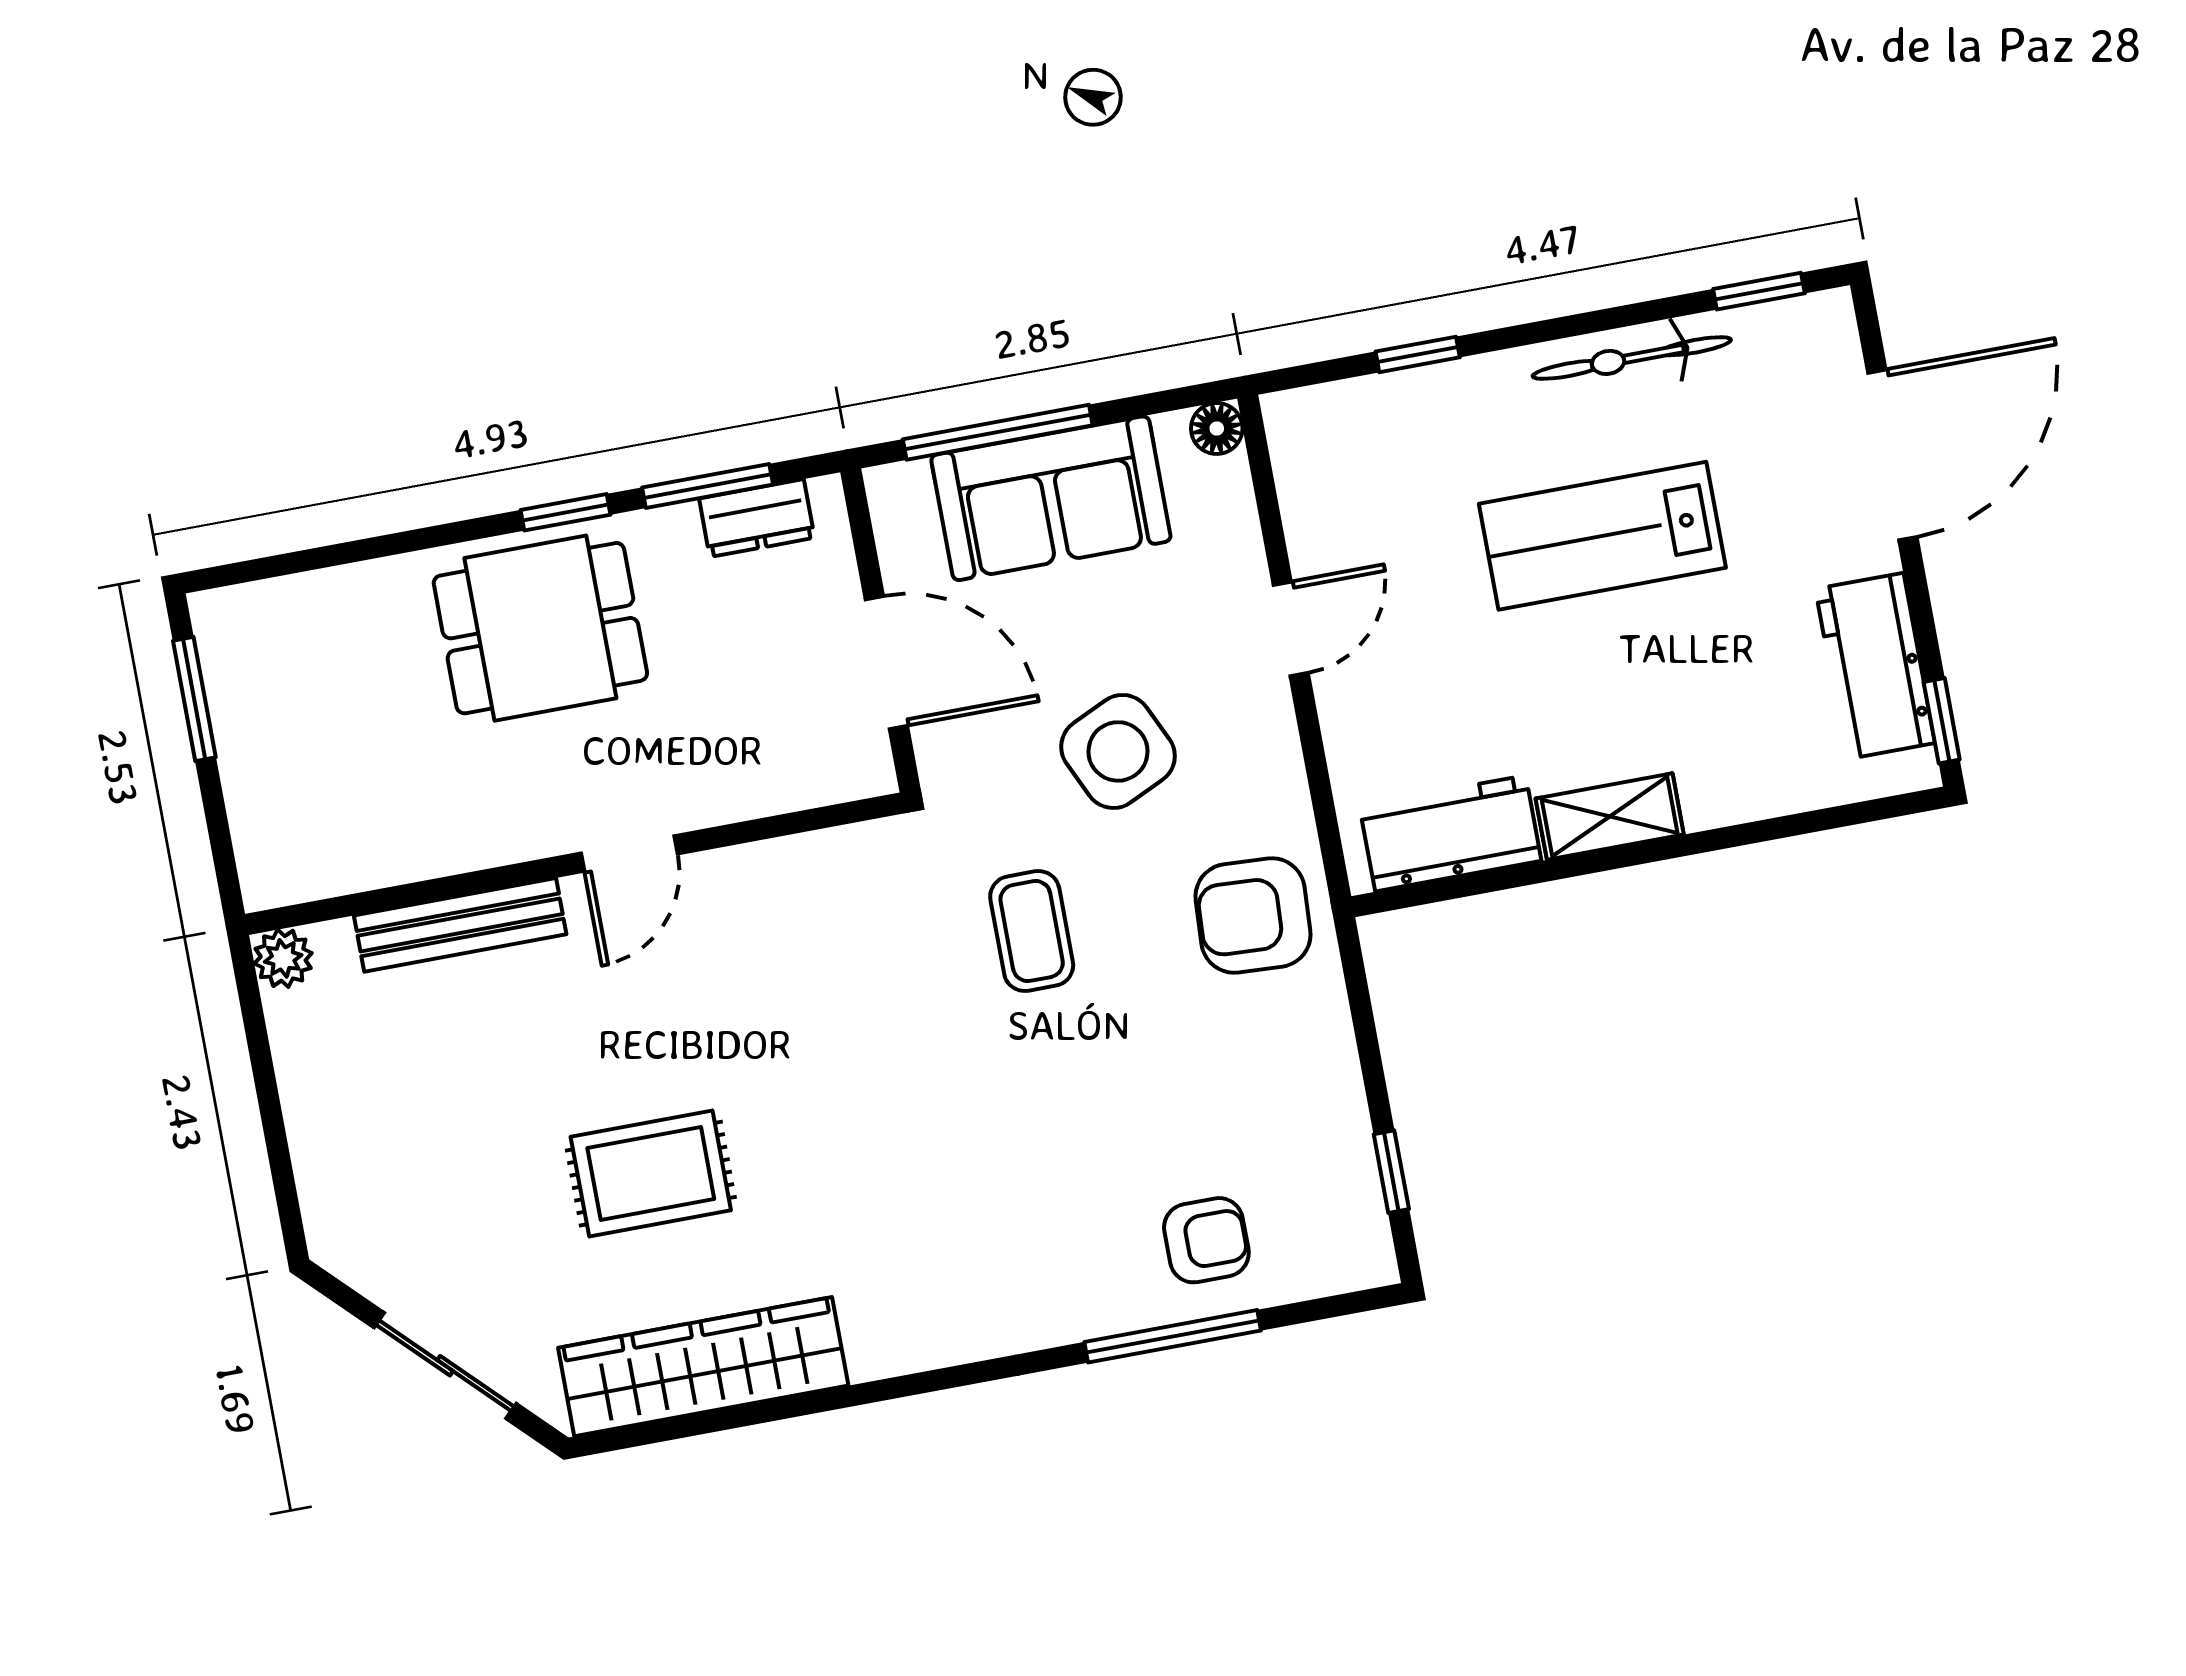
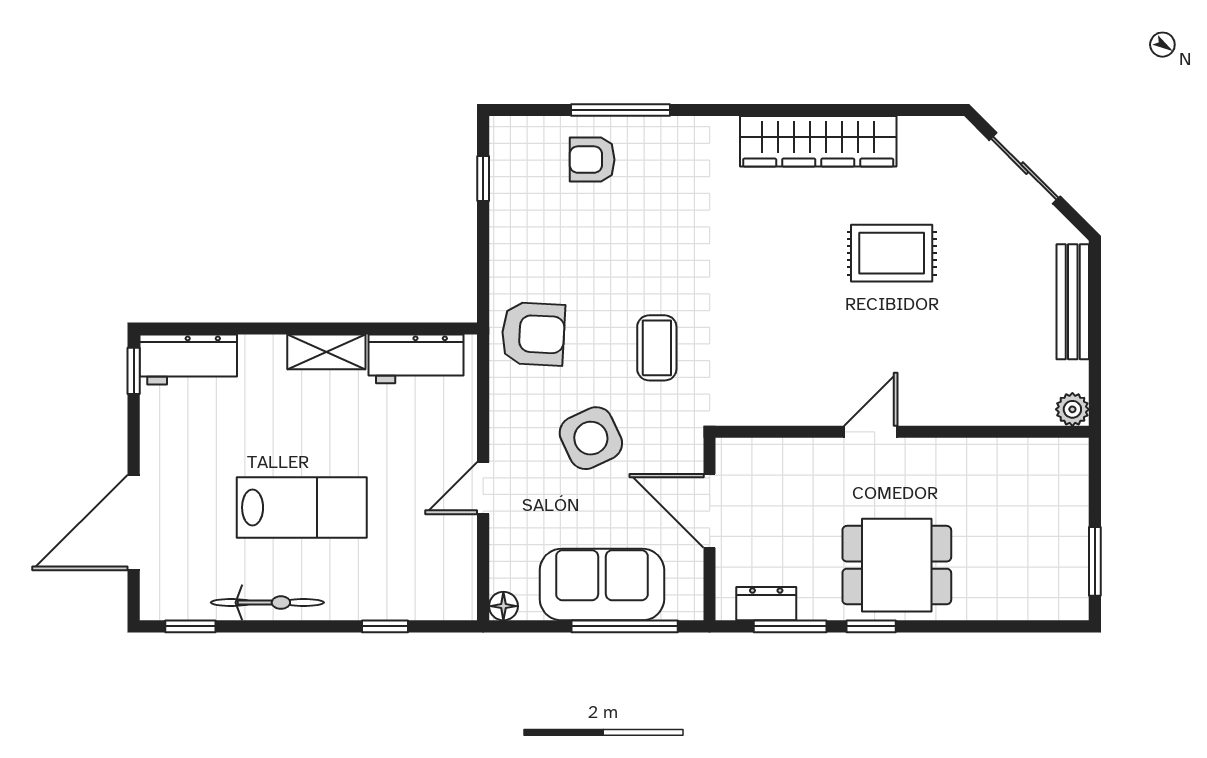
workbench: (1875, 666) -> (188, 360), moved, turned 90
bench: (460, 925) -> (1073, 302), moved, turned 90
wardrobe: (703, 1367) -> (818, 141), moved

